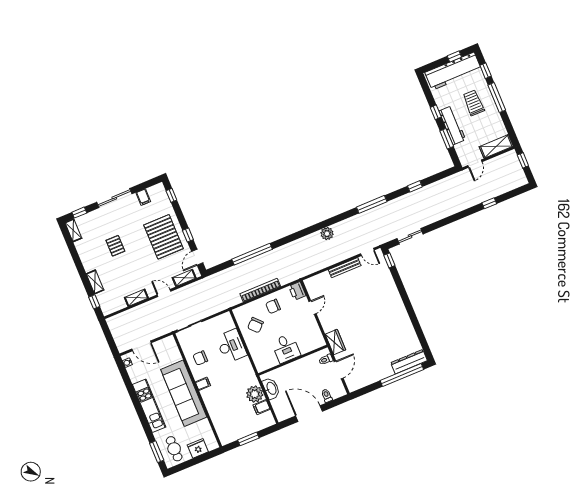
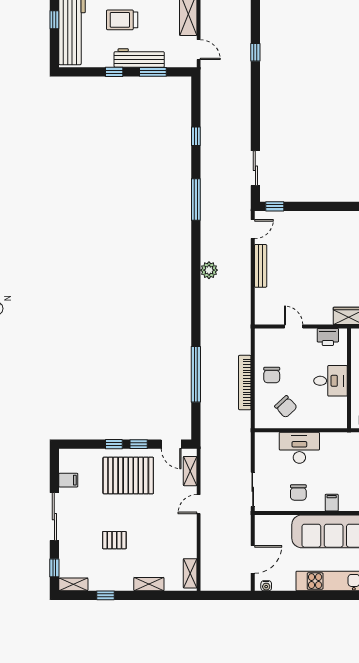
window: (171, 195) -> (114, 444), moved
printer: (297, 291) -> (328, 337), moved
shelving: (136, 298) -> (190, 573), moved
window: (94, 302) -> (106, 595), moved

